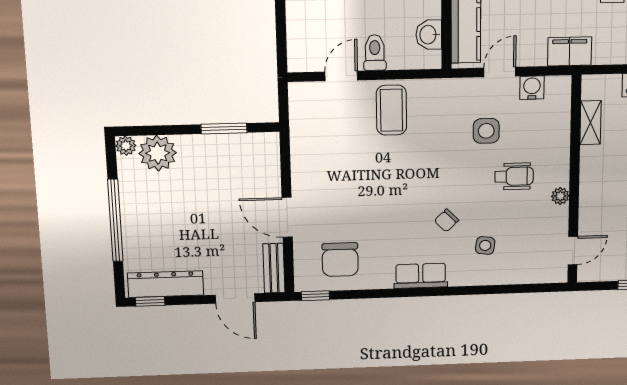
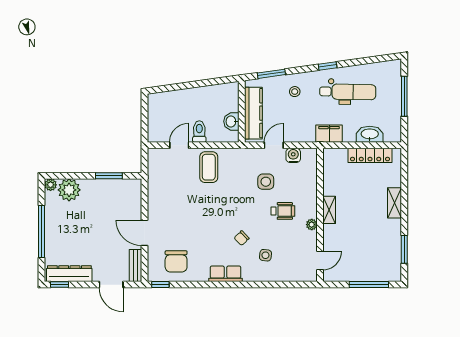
filing cabinet: (570, 51) -> (329, 134), moved
shelving: (590, 123) -> (329, 210), moved

